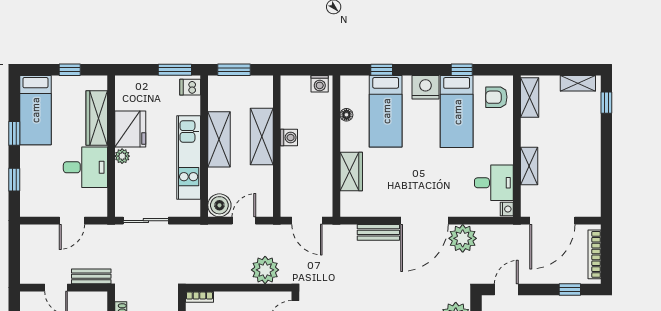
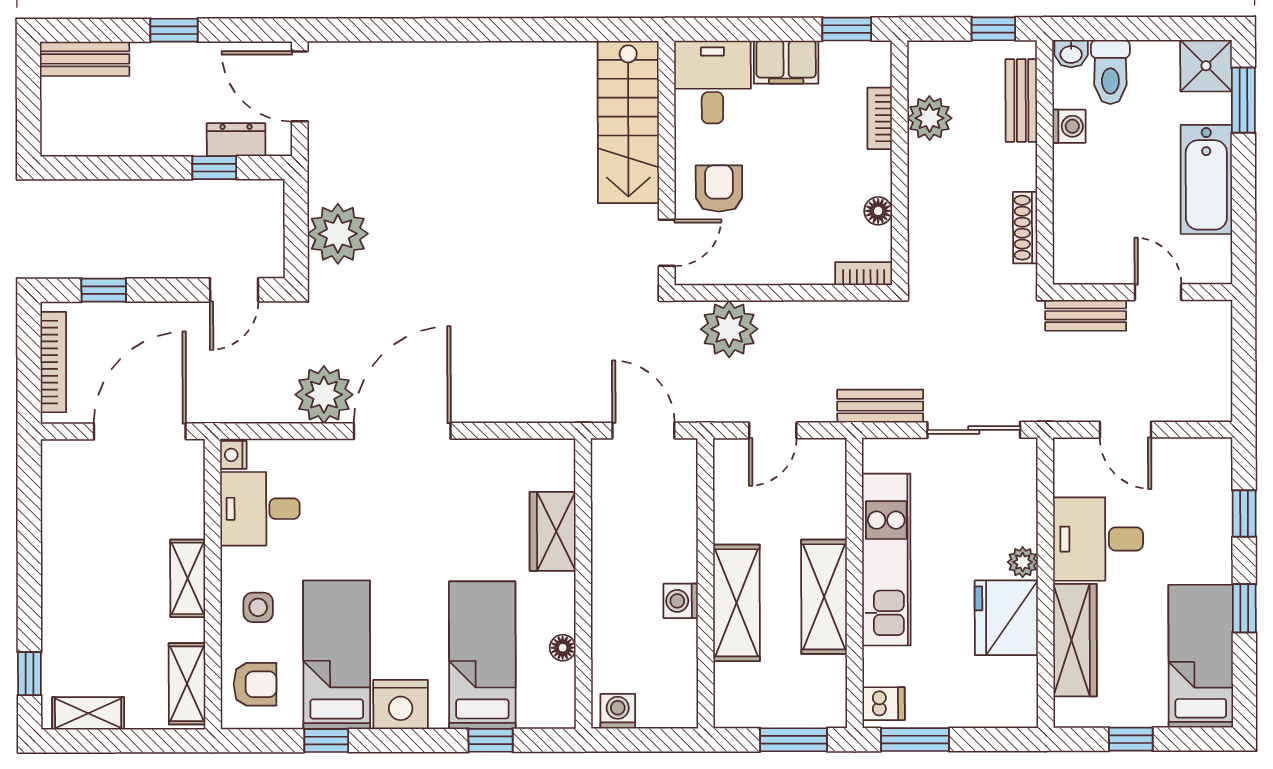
side table: (495, 135) -> (258, 607), added
shelving: (529, 166) -> (188, 578), moved
boiler: (219, 205) -> (823, 462), removed
door: (72, 221) -> (1126, 430), swing flipped
bench: (378, 232) -> (880, 406), moved

